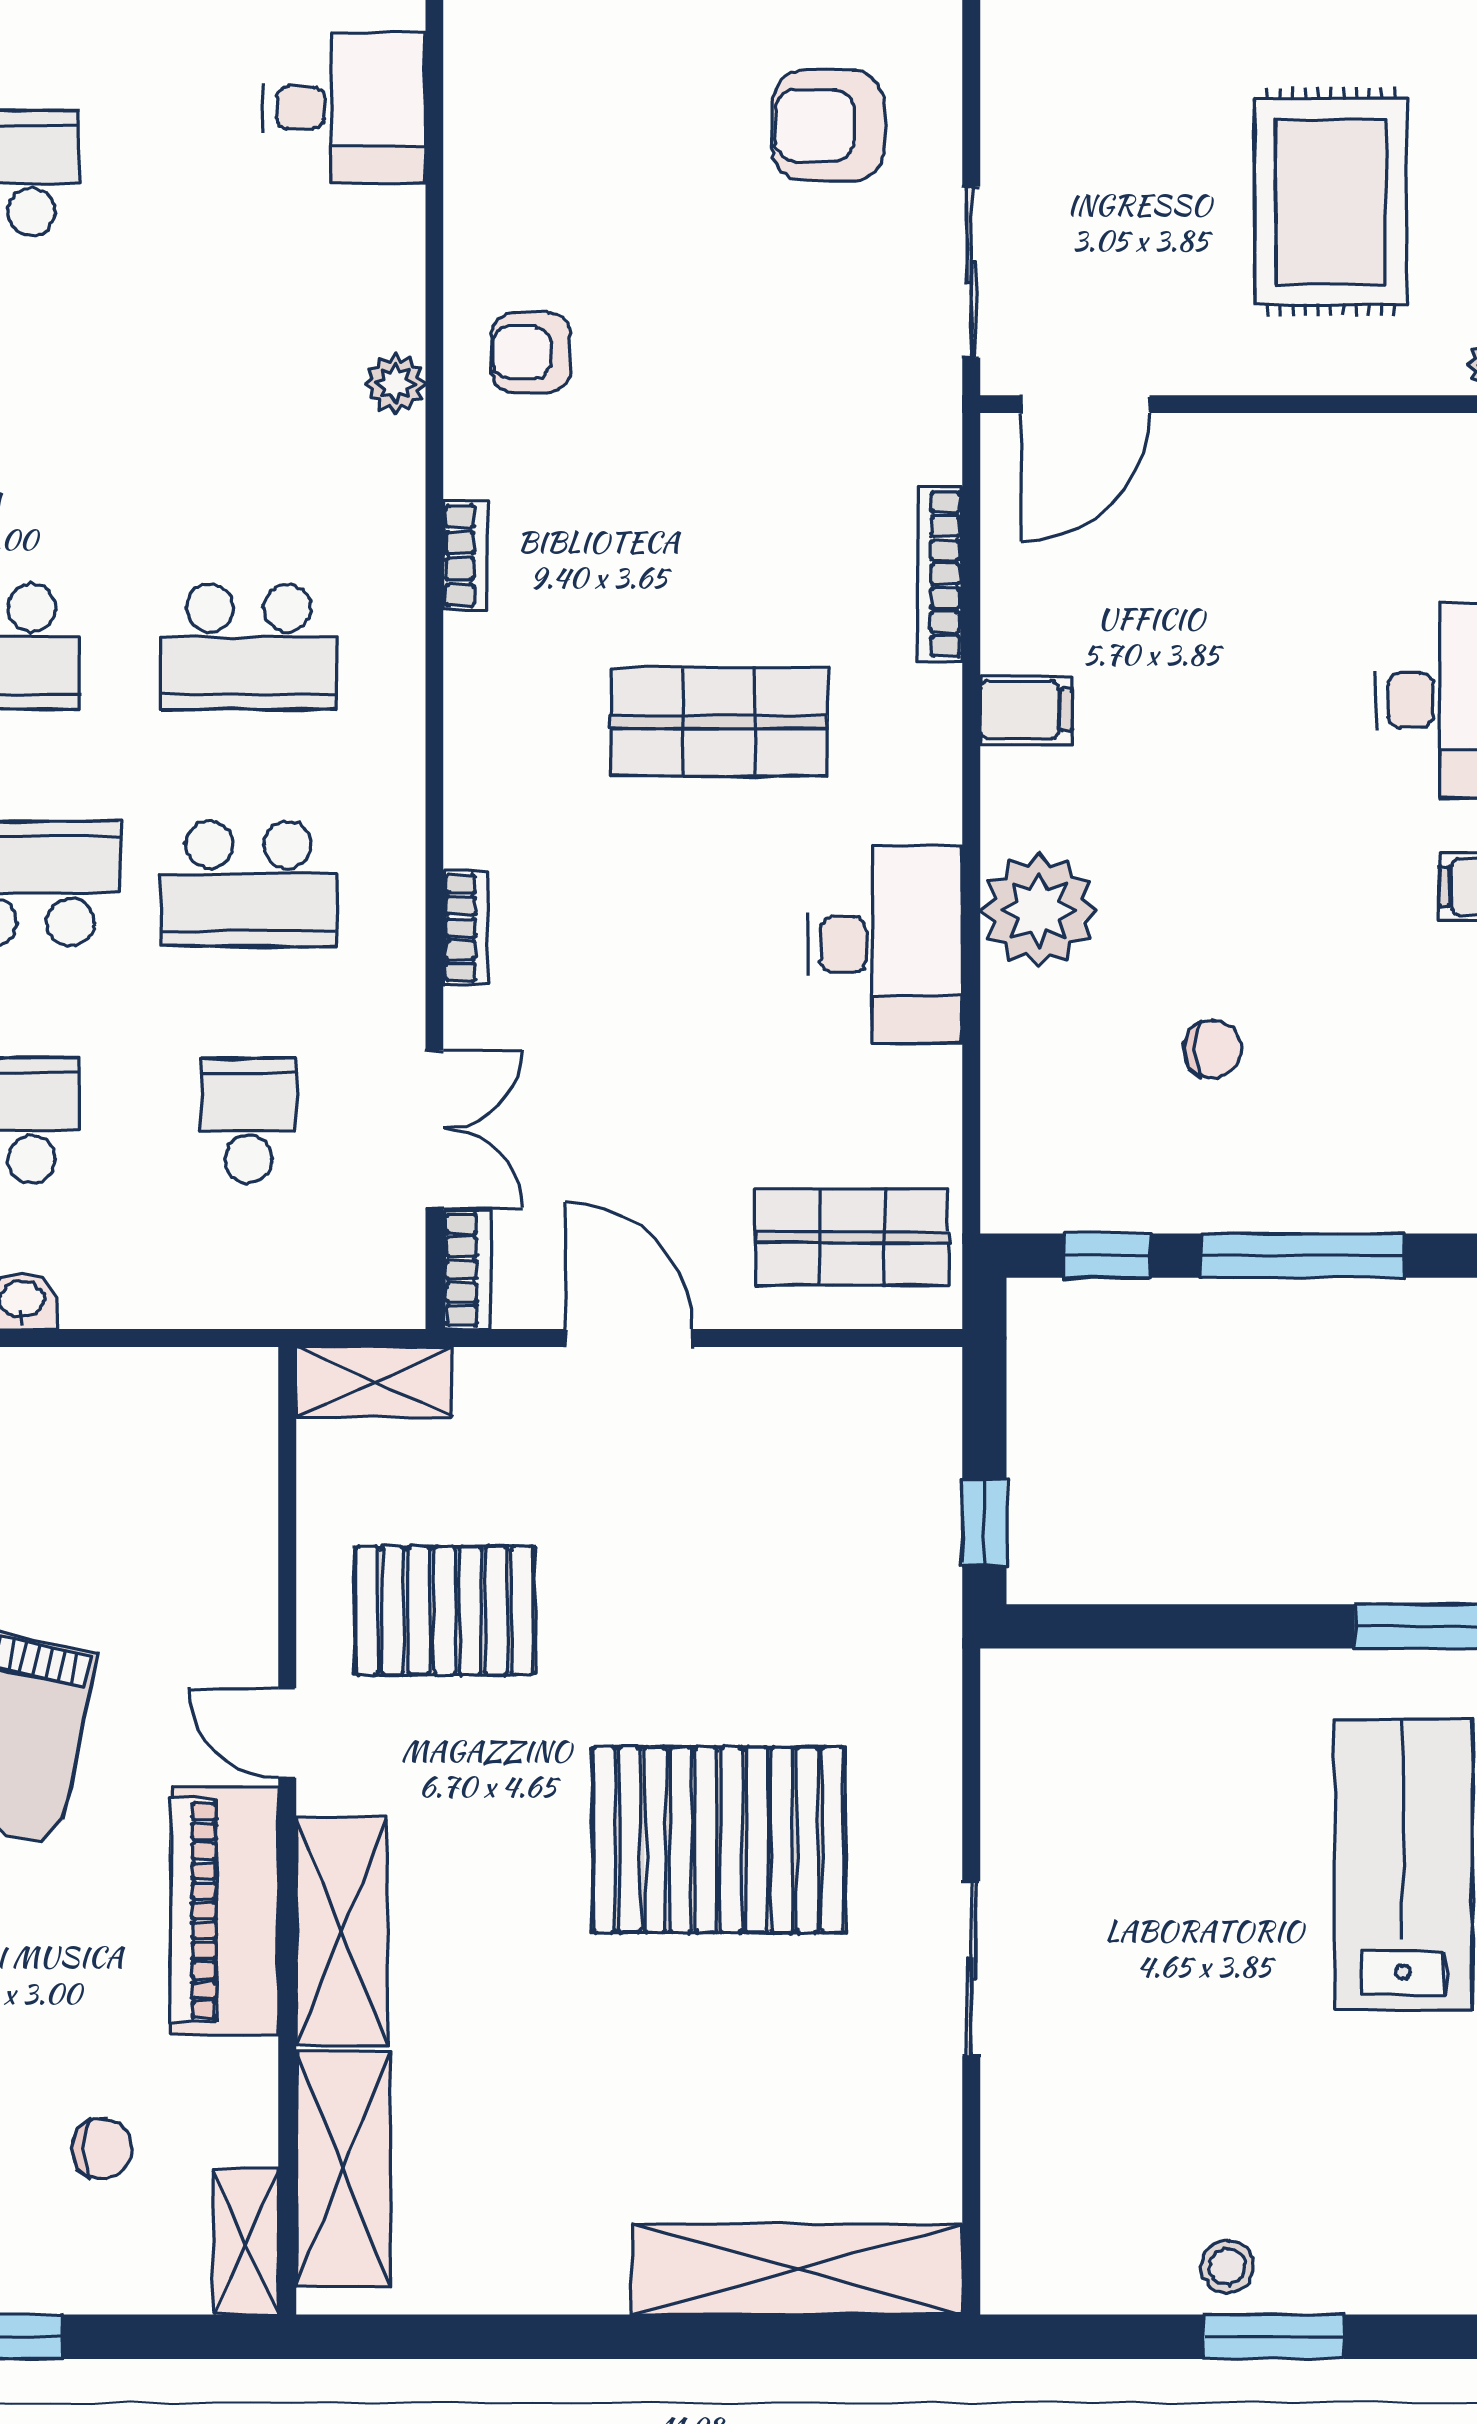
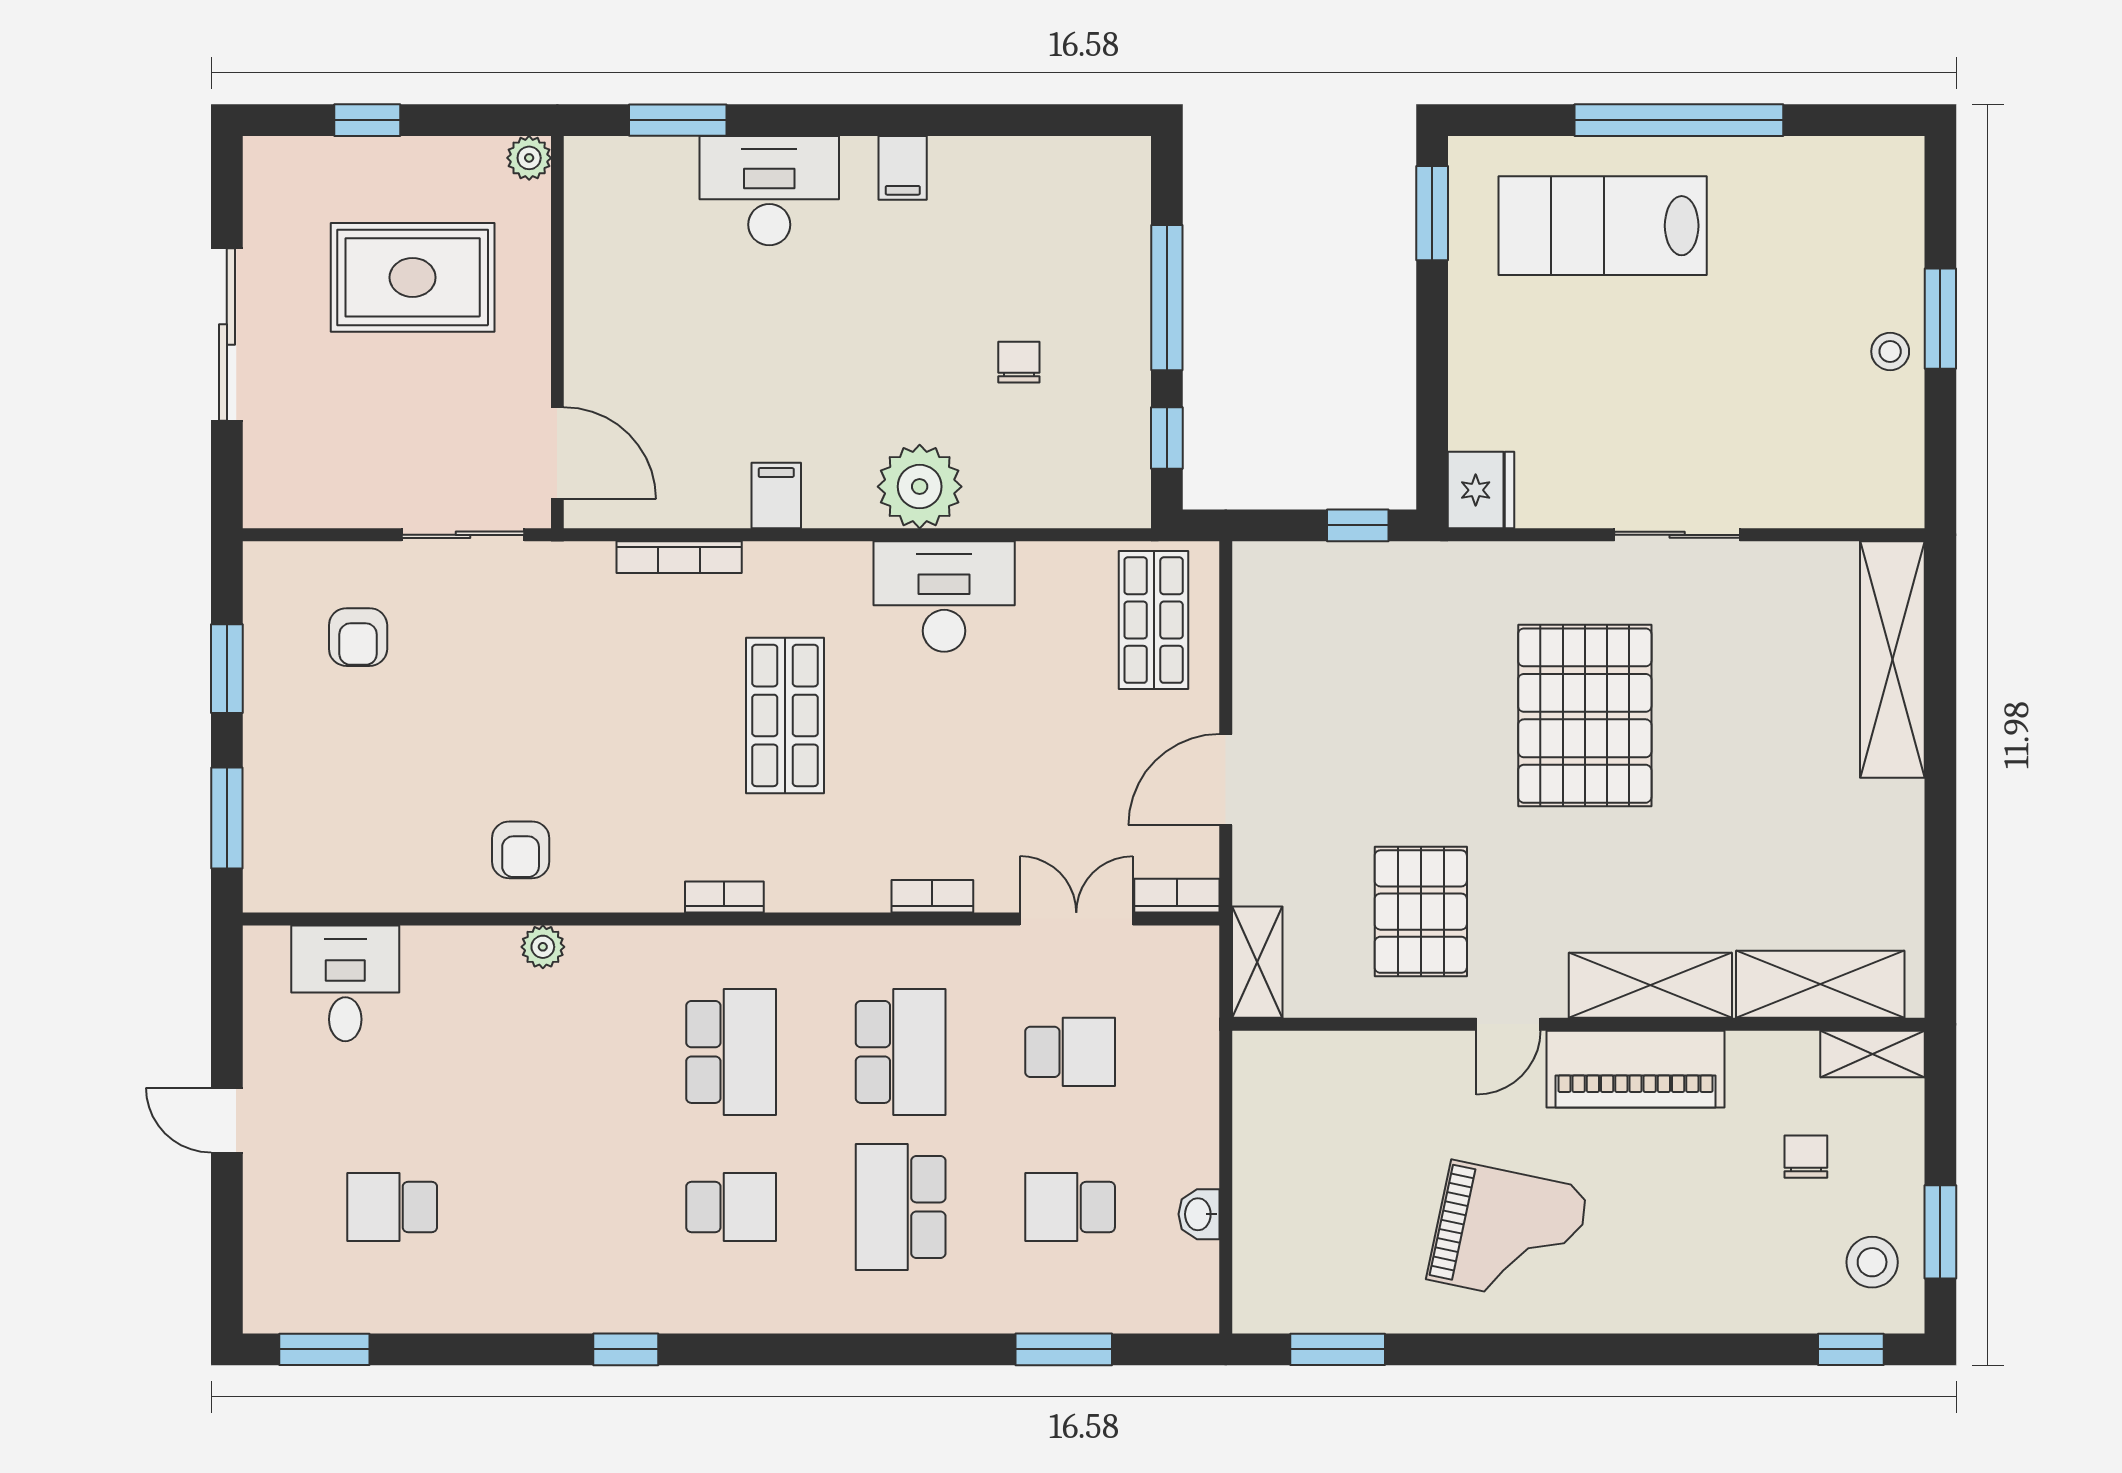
armchair: (828, 125) -> (358, 637), width x0.72, depth x0.72
bookcase: (465, 556) -> (724, 897), moved
school desk: (249, 1120) -> (1070, 1052), turned 180
fridge: (1034, 1695) -> (1481, 490), added

